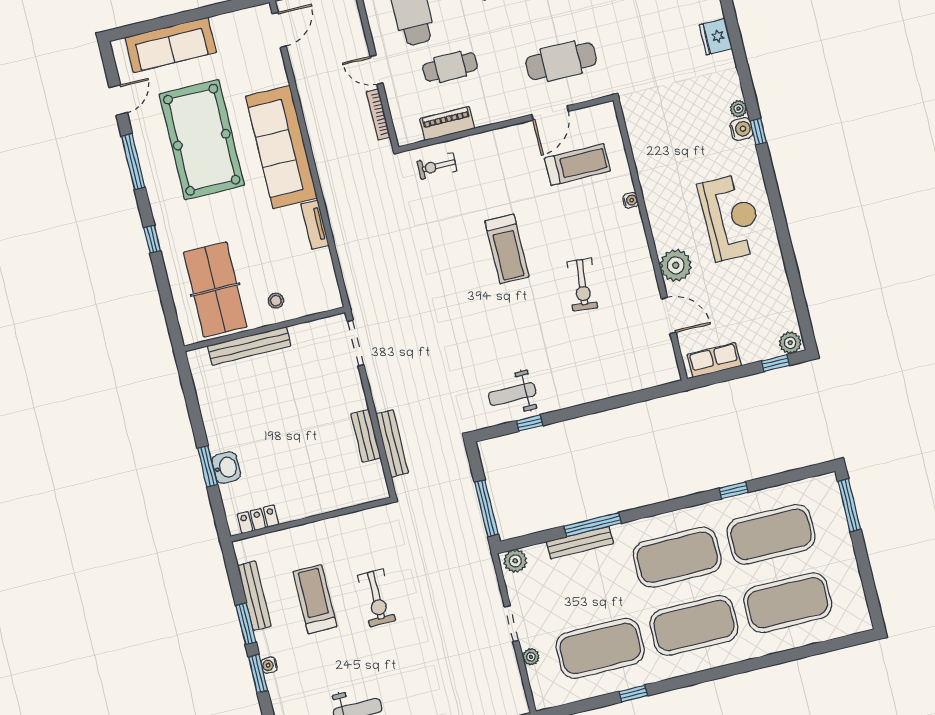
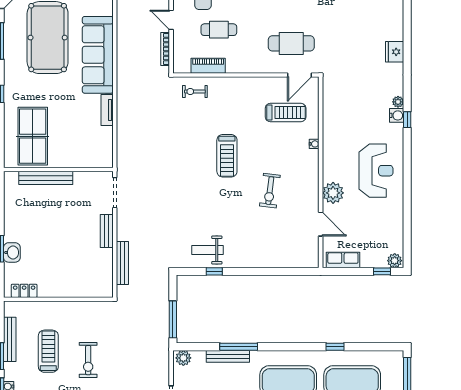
door: (550, 113) -> (299, 75), moved
stool: (276, 301) -> (70, 153), removed
bench: (366, 436) -> (107, 231), moved

